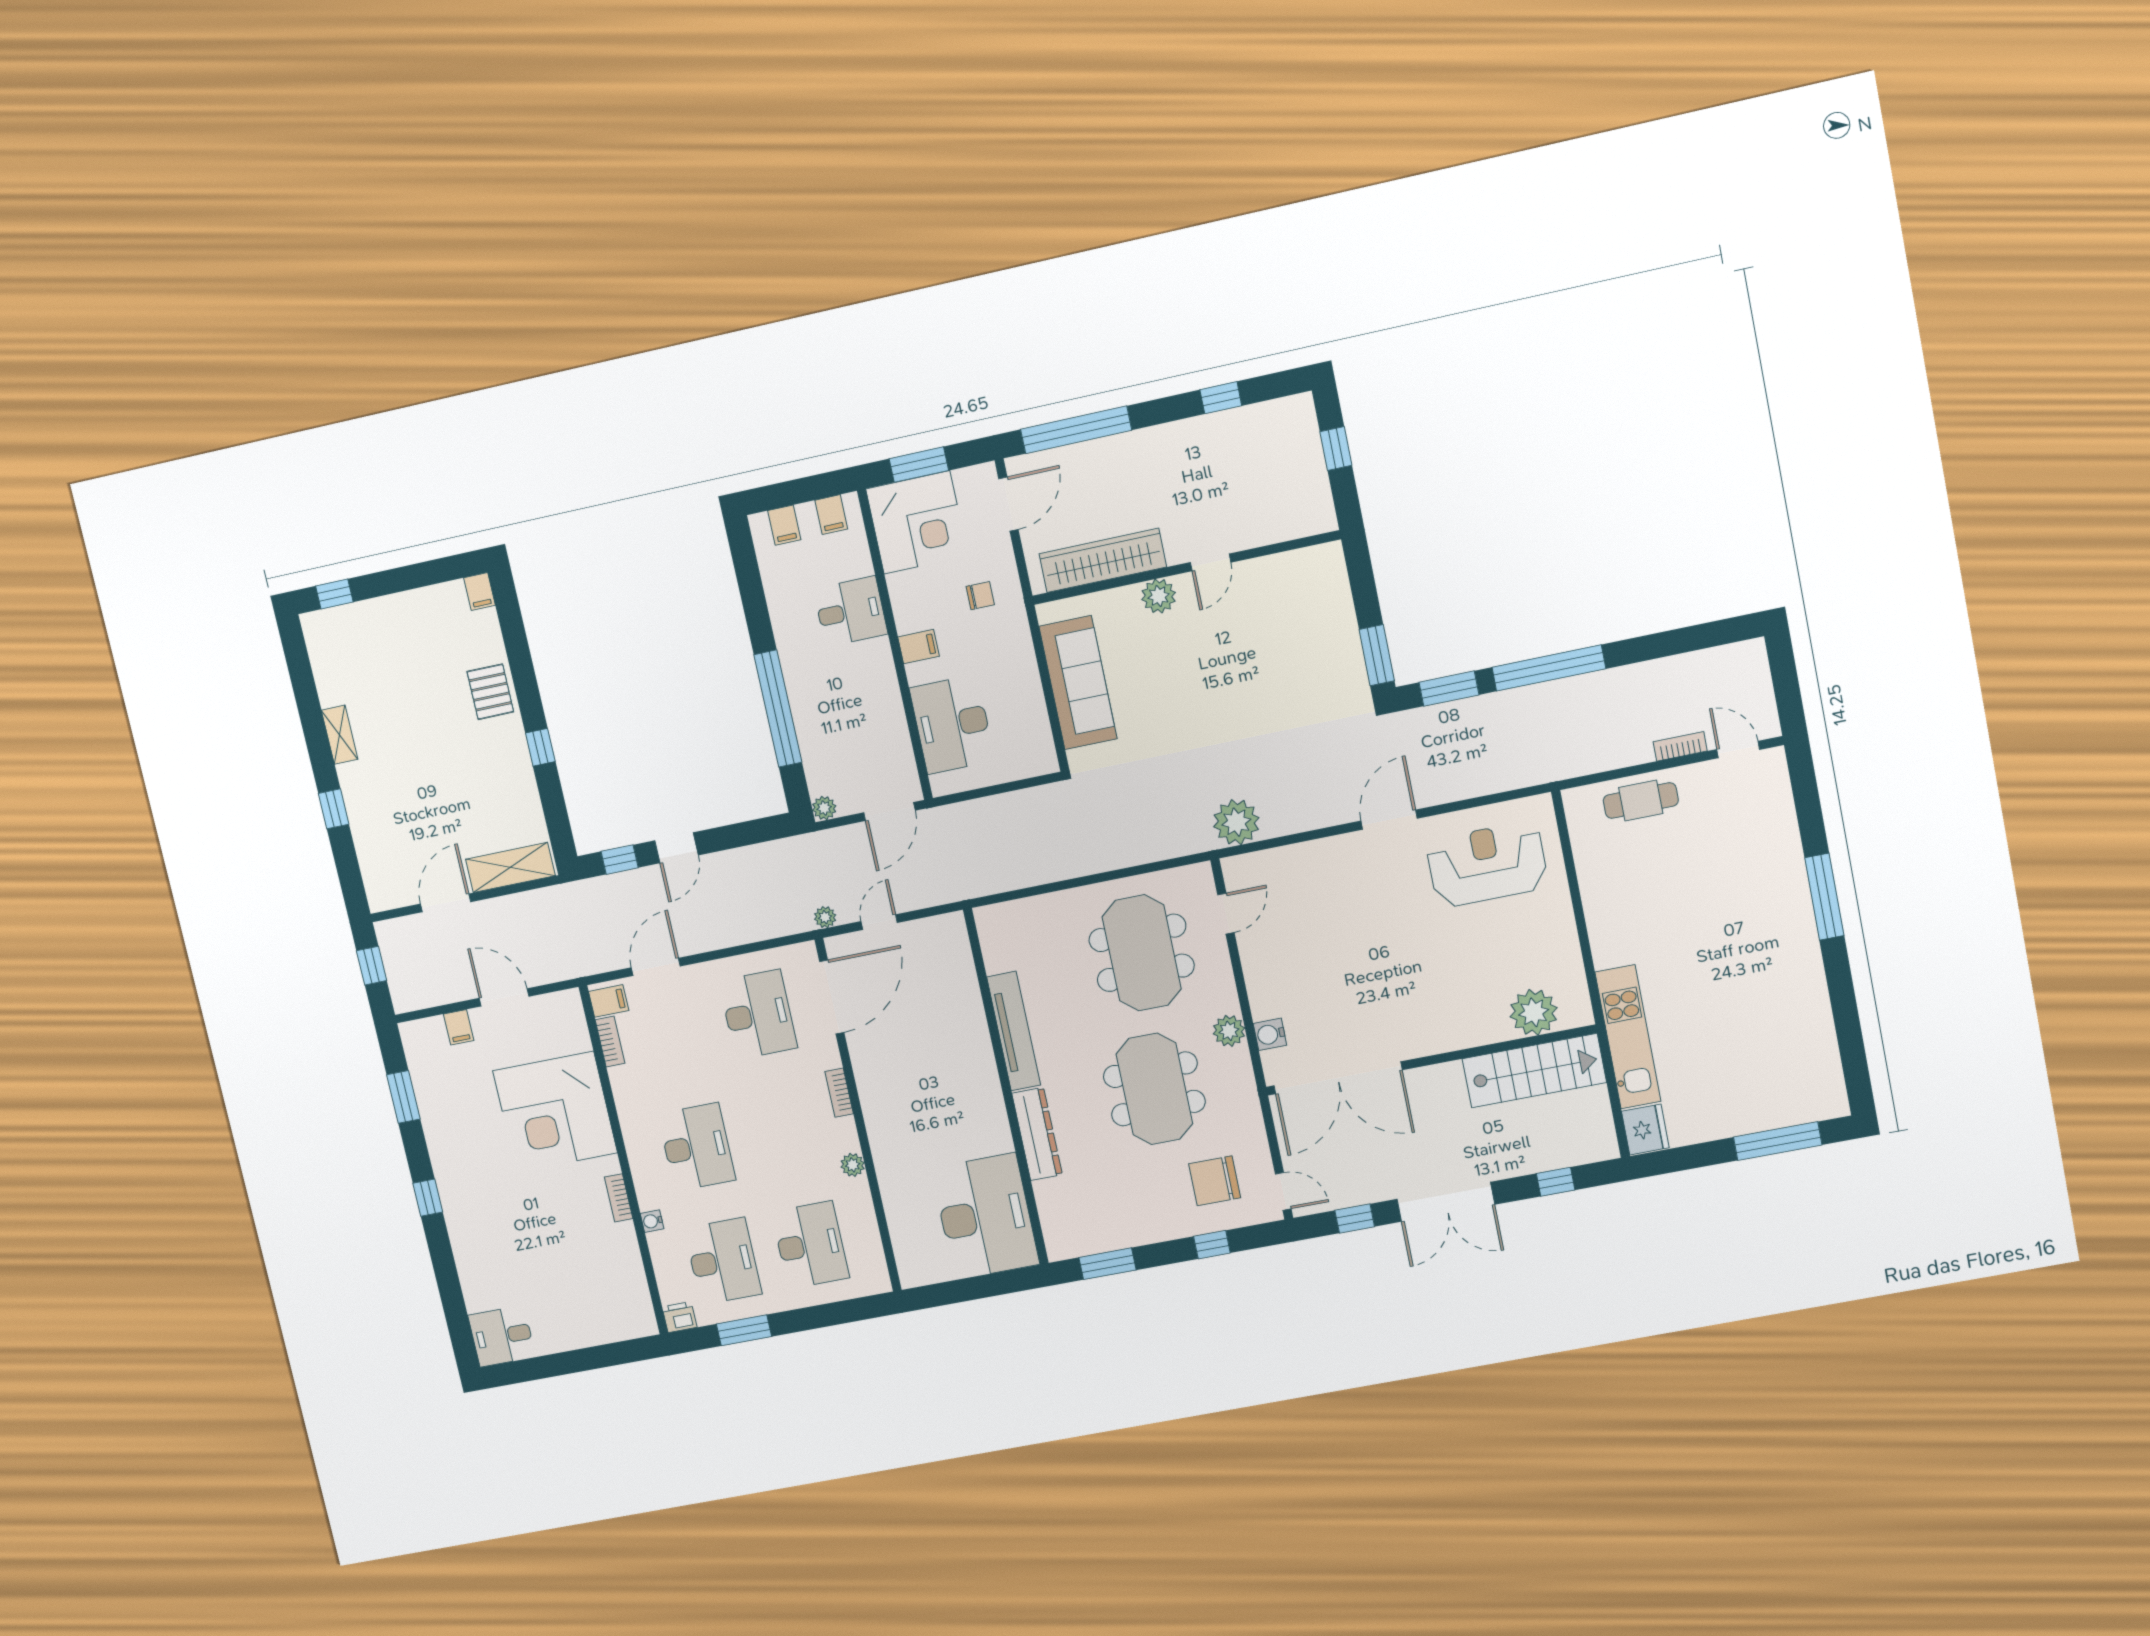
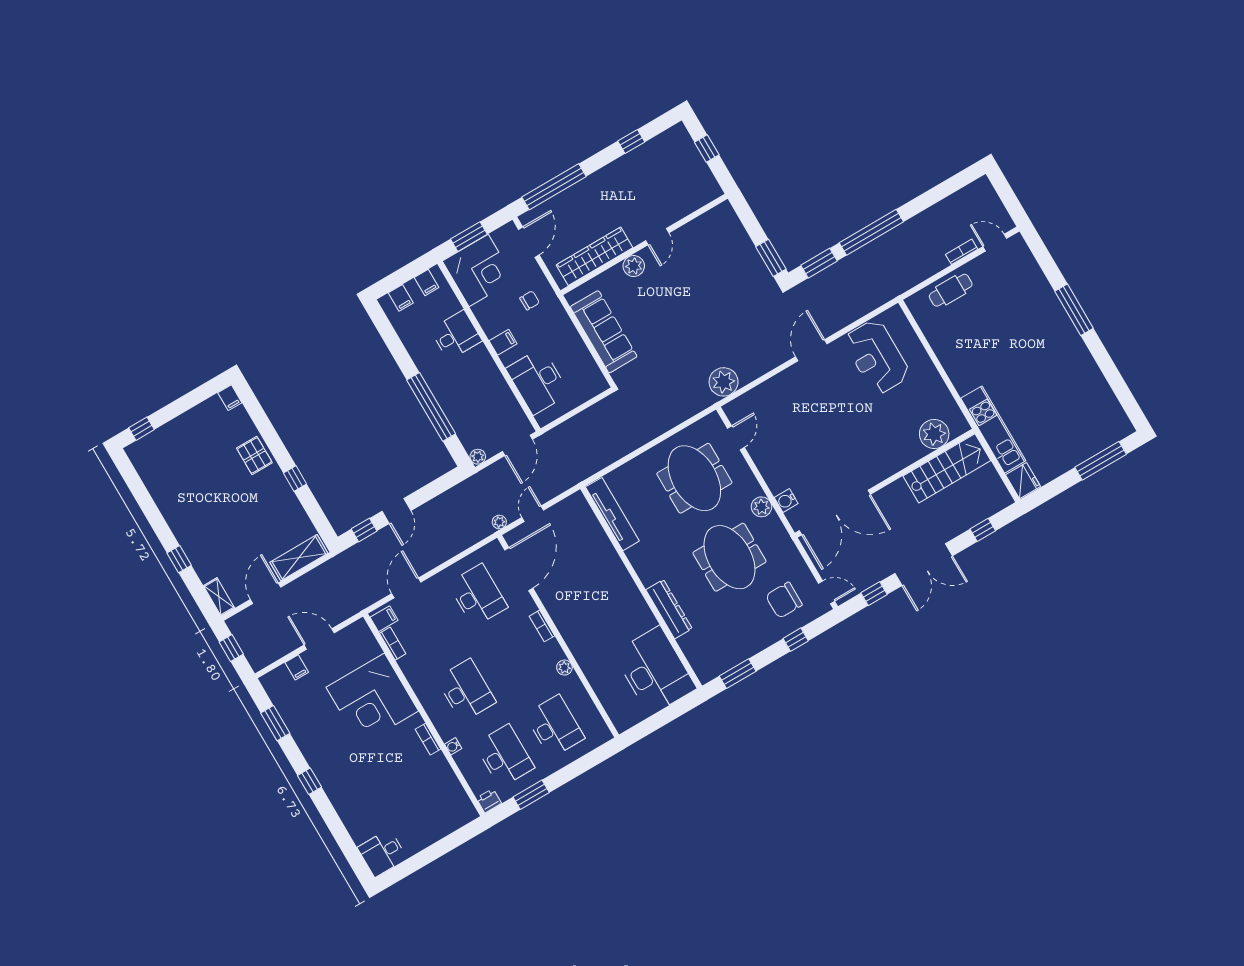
shelving: (340, 735) -> (219, 597), moved
reception desk: (1487, 864) -> (877, 357), turned -90
tv unit: (1014, 1031) -> (612, 514), moved

